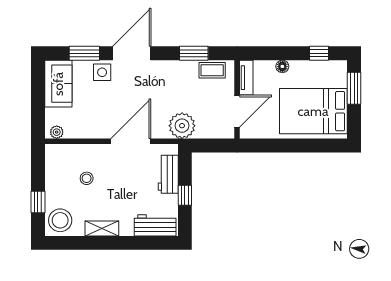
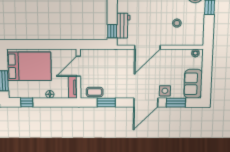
plant: (182, 126) -> (114, 57), removed
window: (185, 195) -> (112, 31), moved

